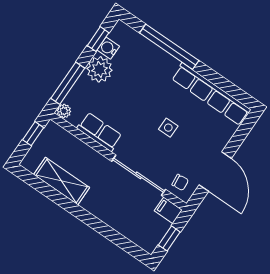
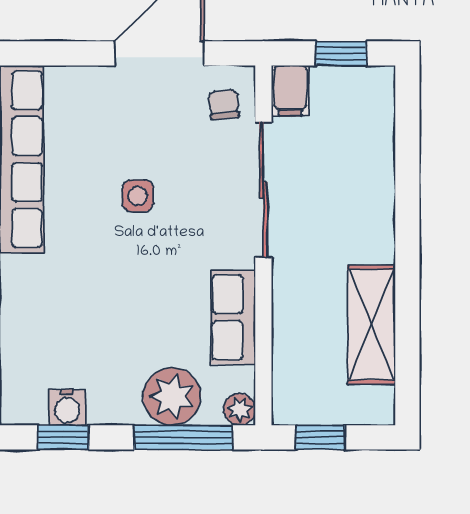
plant: (100, 69) -> (172, 396), moved

